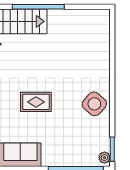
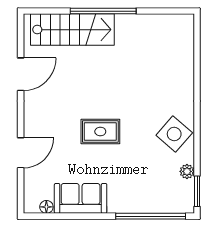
plant: (104, 157) -> (187, 171), moved

